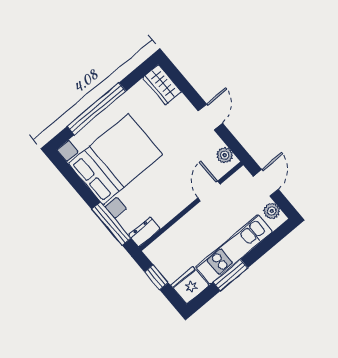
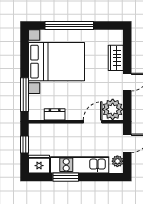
wardrobe: (162, 85) -> (116, 58), moved
plant: (225, 155) -> (113, 109), width x1.88, depth x1.88
dresser: (144, 232) -> (55, 114), moved

